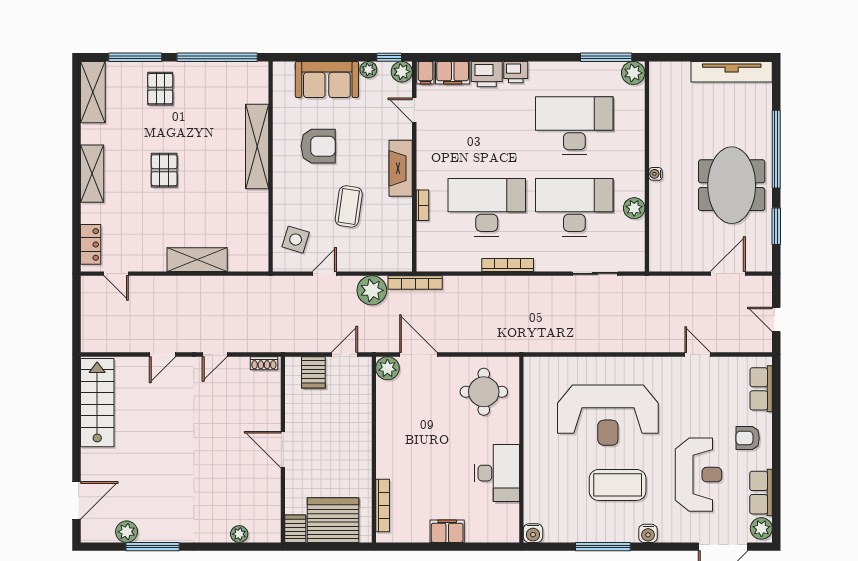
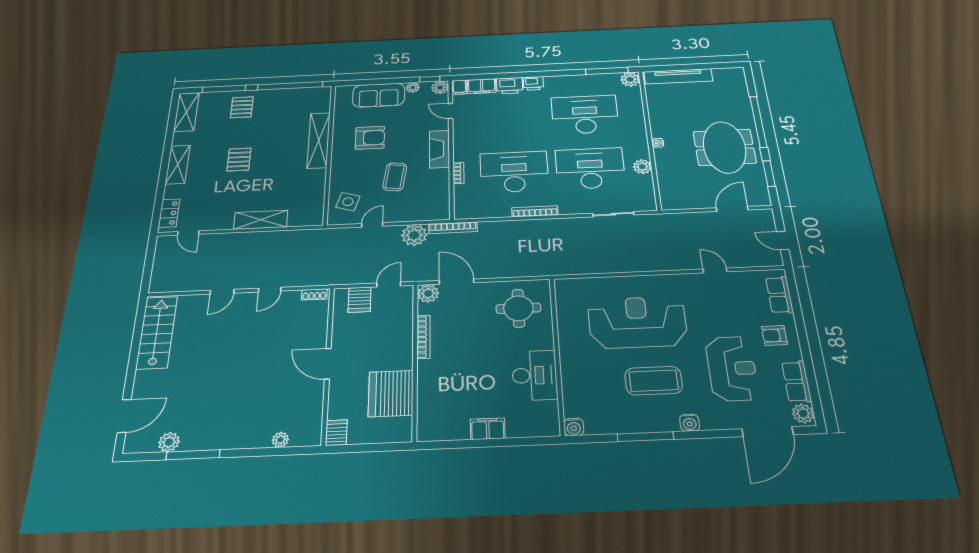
tv unit: (732, 72) -> (678, 76), moved
reception desk: (608, 415) -> (637, 322), turned 180
bookcase: (383, 505) -> (423, 337), moved
server rack: (333, 520) -> (391, 394), moved, turned -90

